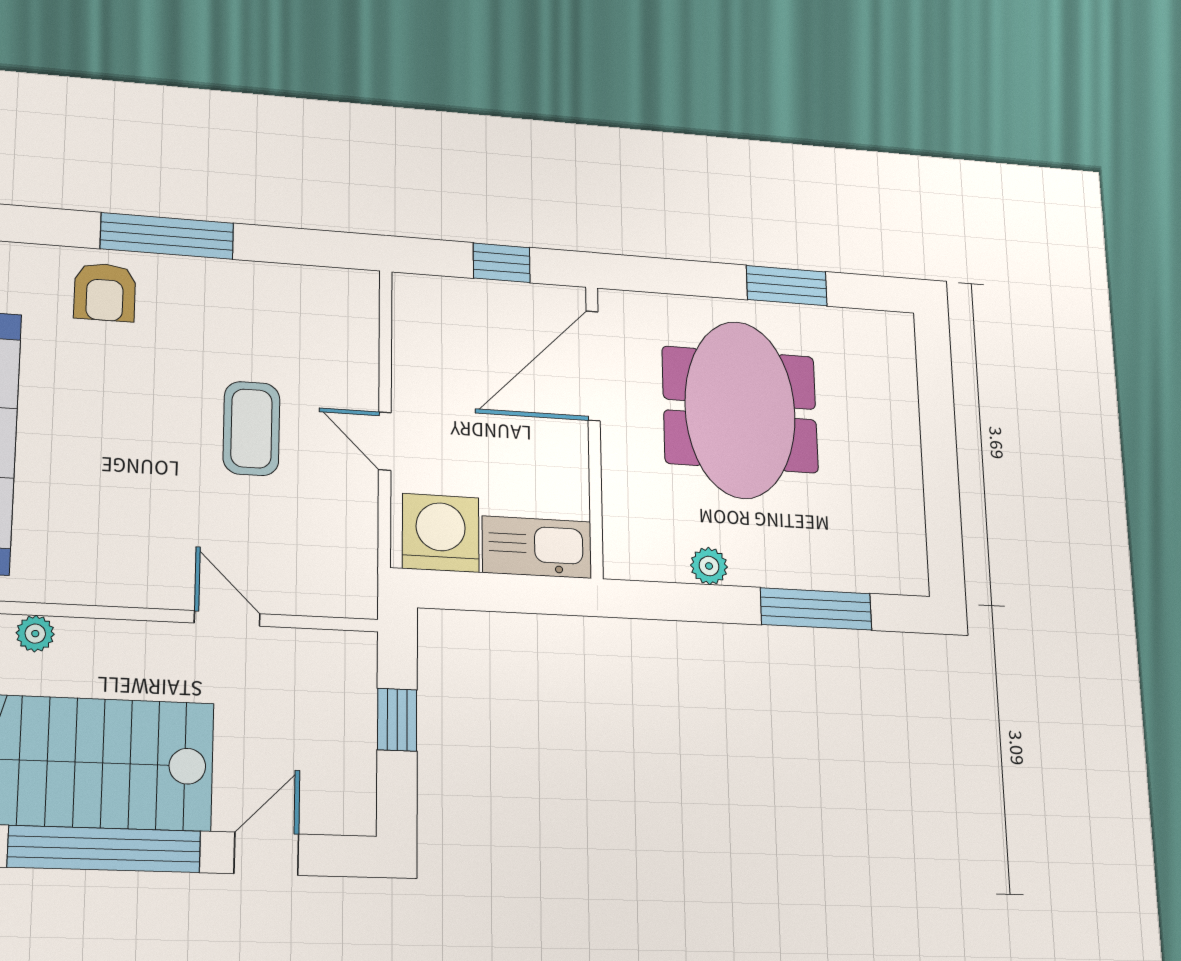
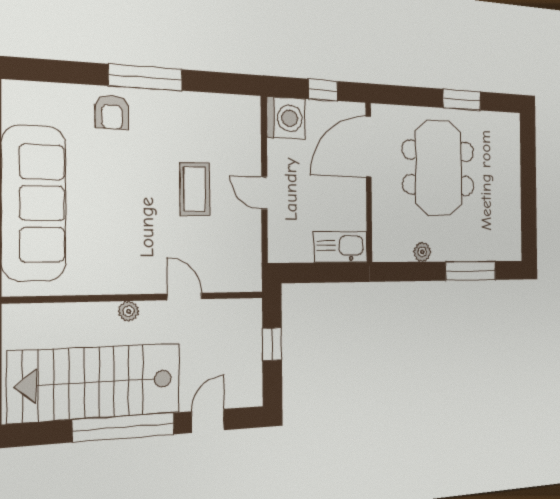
washing machine: (441, 533) -> (286, 118), moved, turned 90
plant: (35, 634) -> (129, 311), moved

